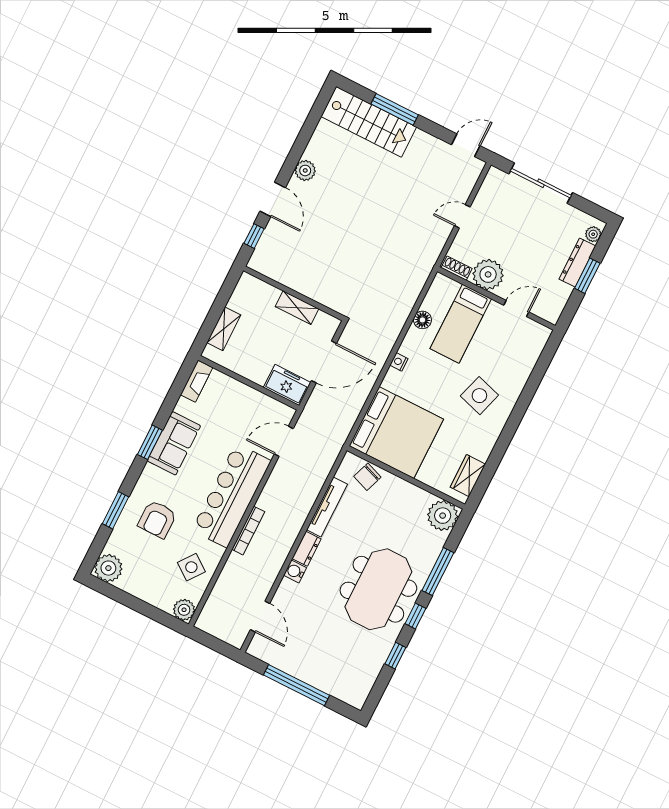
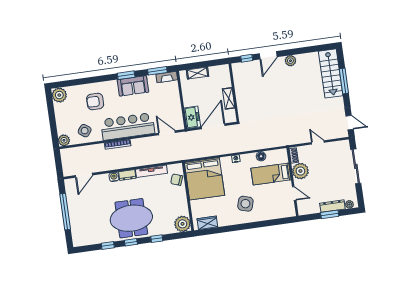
door: (324, 362) -> (213, 126), swing flipped
window: (115, 510) -> (157, 71), moved
window: (438, 572) -> (157, 239), width x0.46

